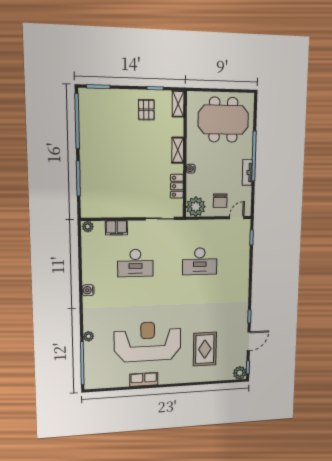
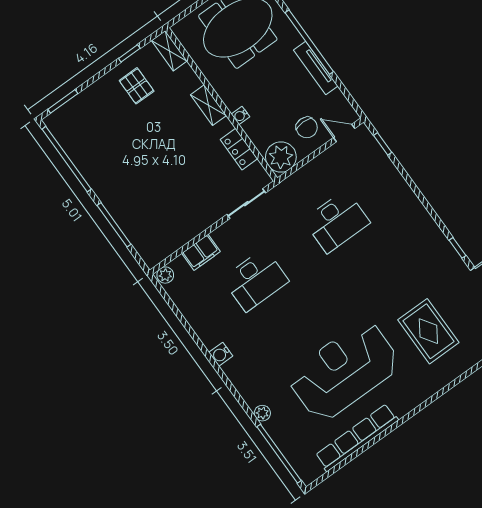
tv unit: (247, 172) -> (316, 68), width x1.41
door: (237, 218) -> (344, 133), hinge flipped
row of seats: (144, 379) -> (357, 438), width x2.02

